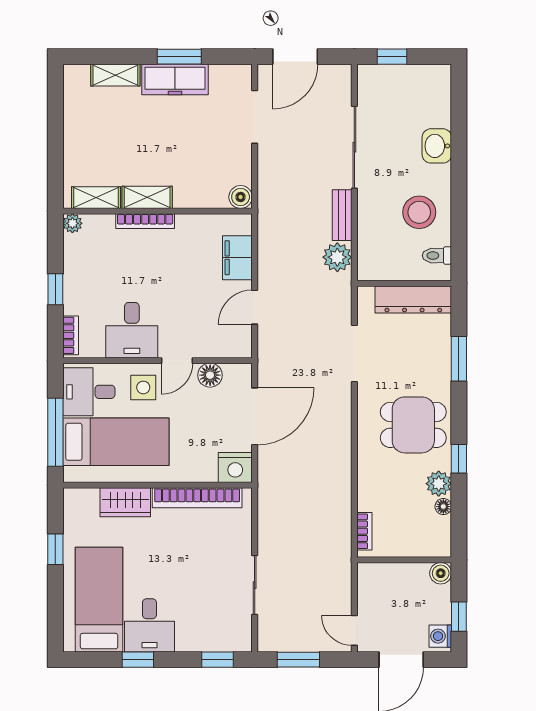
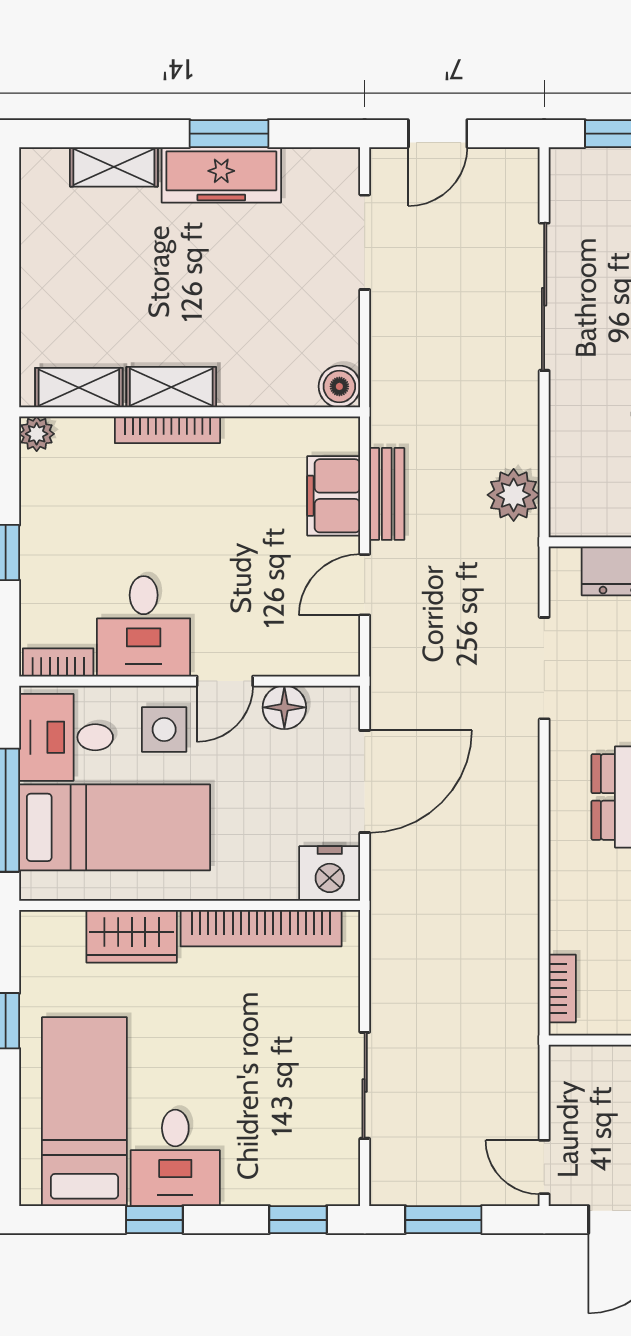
door: (295, 57) -> (438, 134), width x0.73
bench: (342, 215) -> (387, 494), moved
bookcase: (71, 335) -> (58, 662), moved, turned -90

